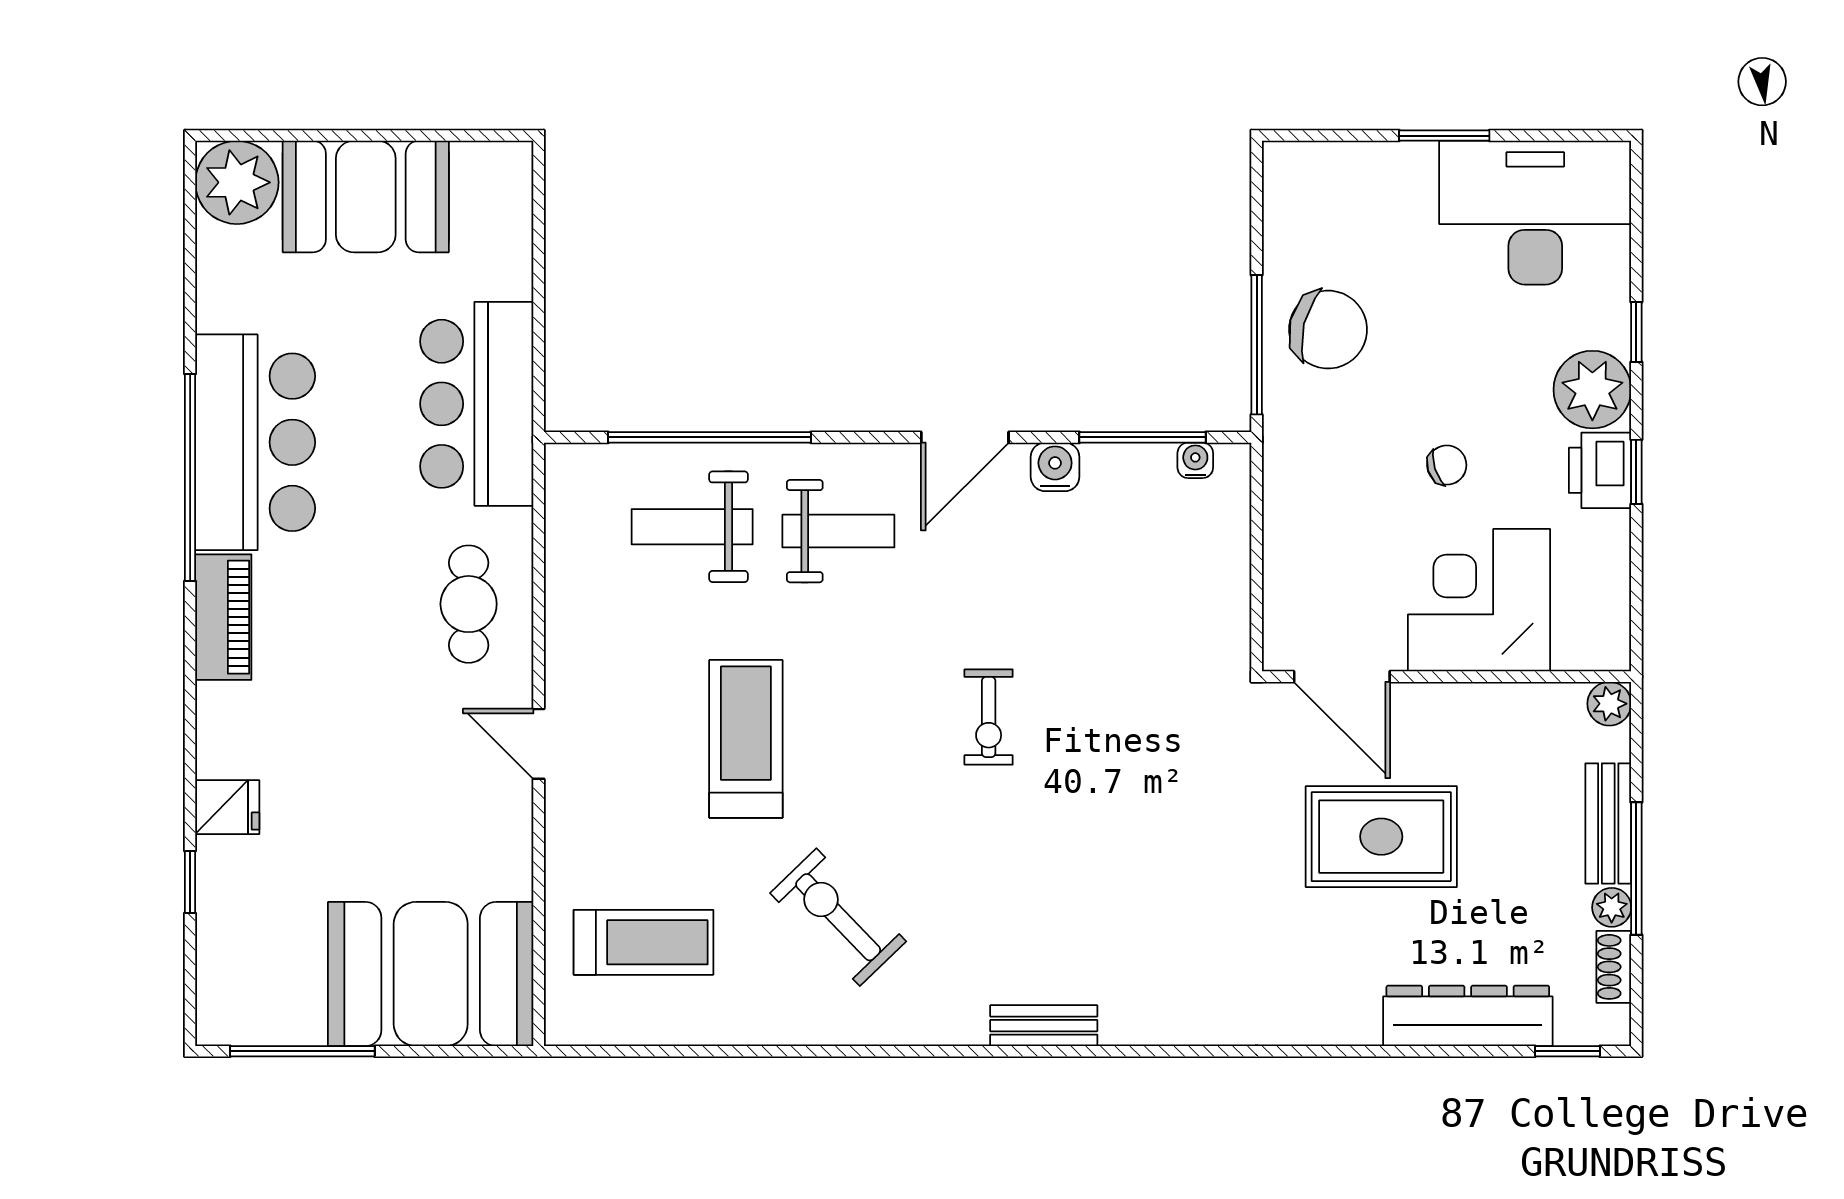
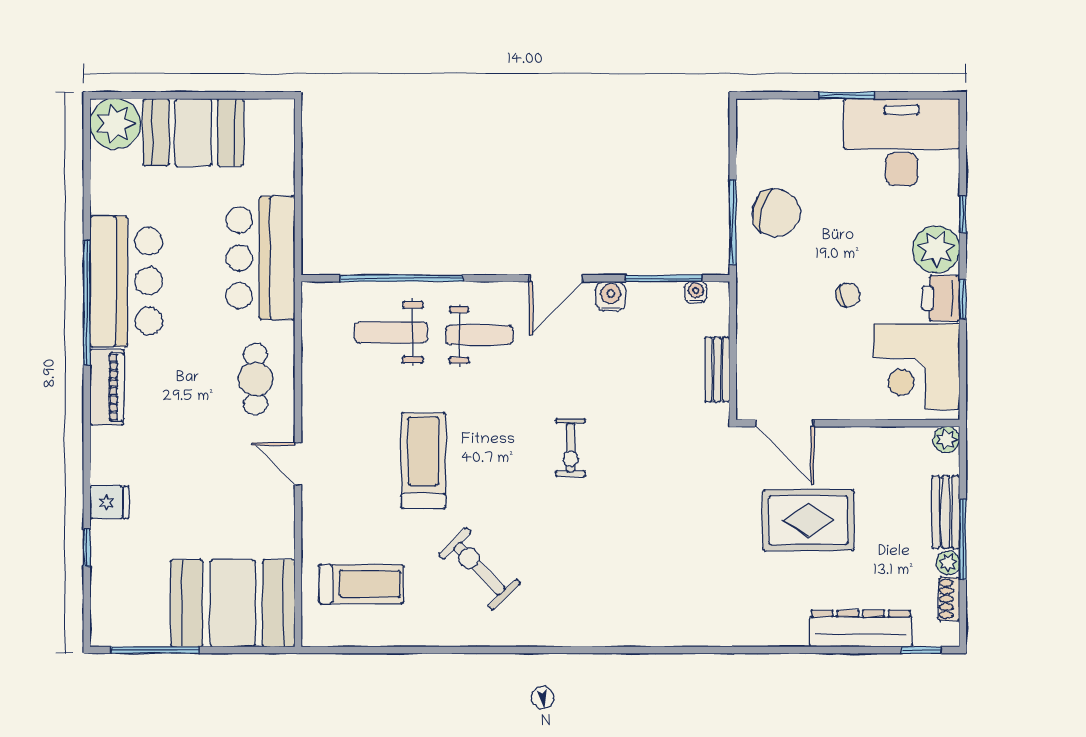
corner desk: (1479, 600) -> (917, 367), moved, turned -90
bench: (1044, 1026) -> (717, 369), moved, turned 90

